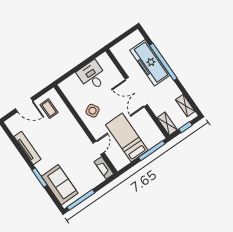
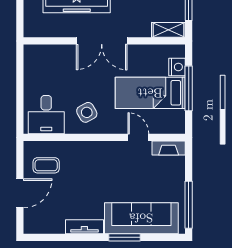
desk: (92, 76) -> (46, 115), moved, turned -90
nightstand: (151, 142) -> (177, 67), added
tv unit: (27, 148) -> (84, 227), width x0.71
window: (152, 151) -> (189, 88), moved
sofa: (60, 185) -> (141, 218), width x1.36

